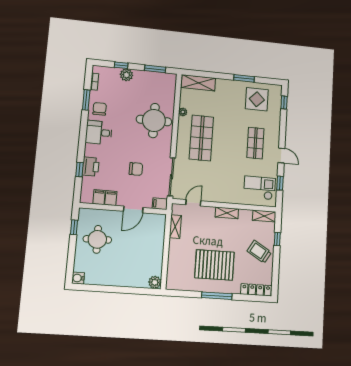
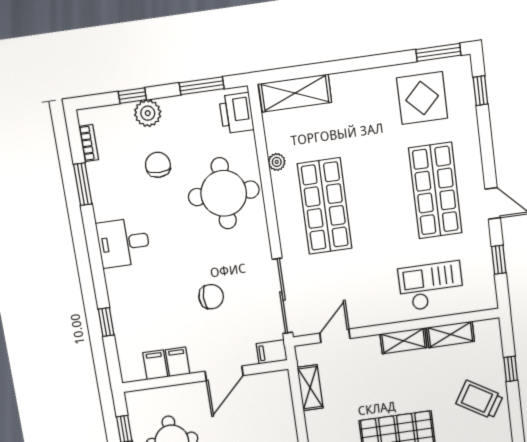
window: (244, 78) -> (438, 52), moved
chair: (100, 109) -> (158, 165), moved
shop shelf: (255, 143) -> (435, 191), width x1.43, depth x1.36
printer: (91, 167) -> (236, 113), moved, turned 180
checkout: (260, 188) -> (431, 286), moved
shelving: (264, 216) -> (450, 334), moved

